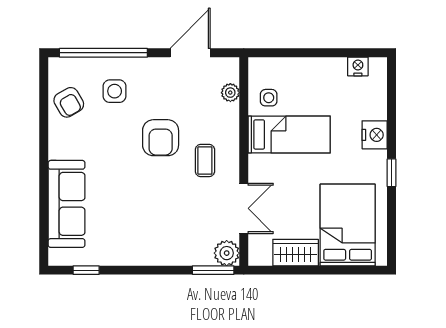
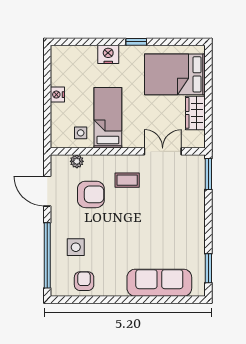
nightstand: (358, 66) -> (57, 95), moved
armchair: (69, 102) -> (84, 281), turned -60
armchair: (161, 138) -> (91, 194), moved
plant: (227, 253) -> (196, 164), removed
window: (86, 270) -> (208, 268), width x1.50

